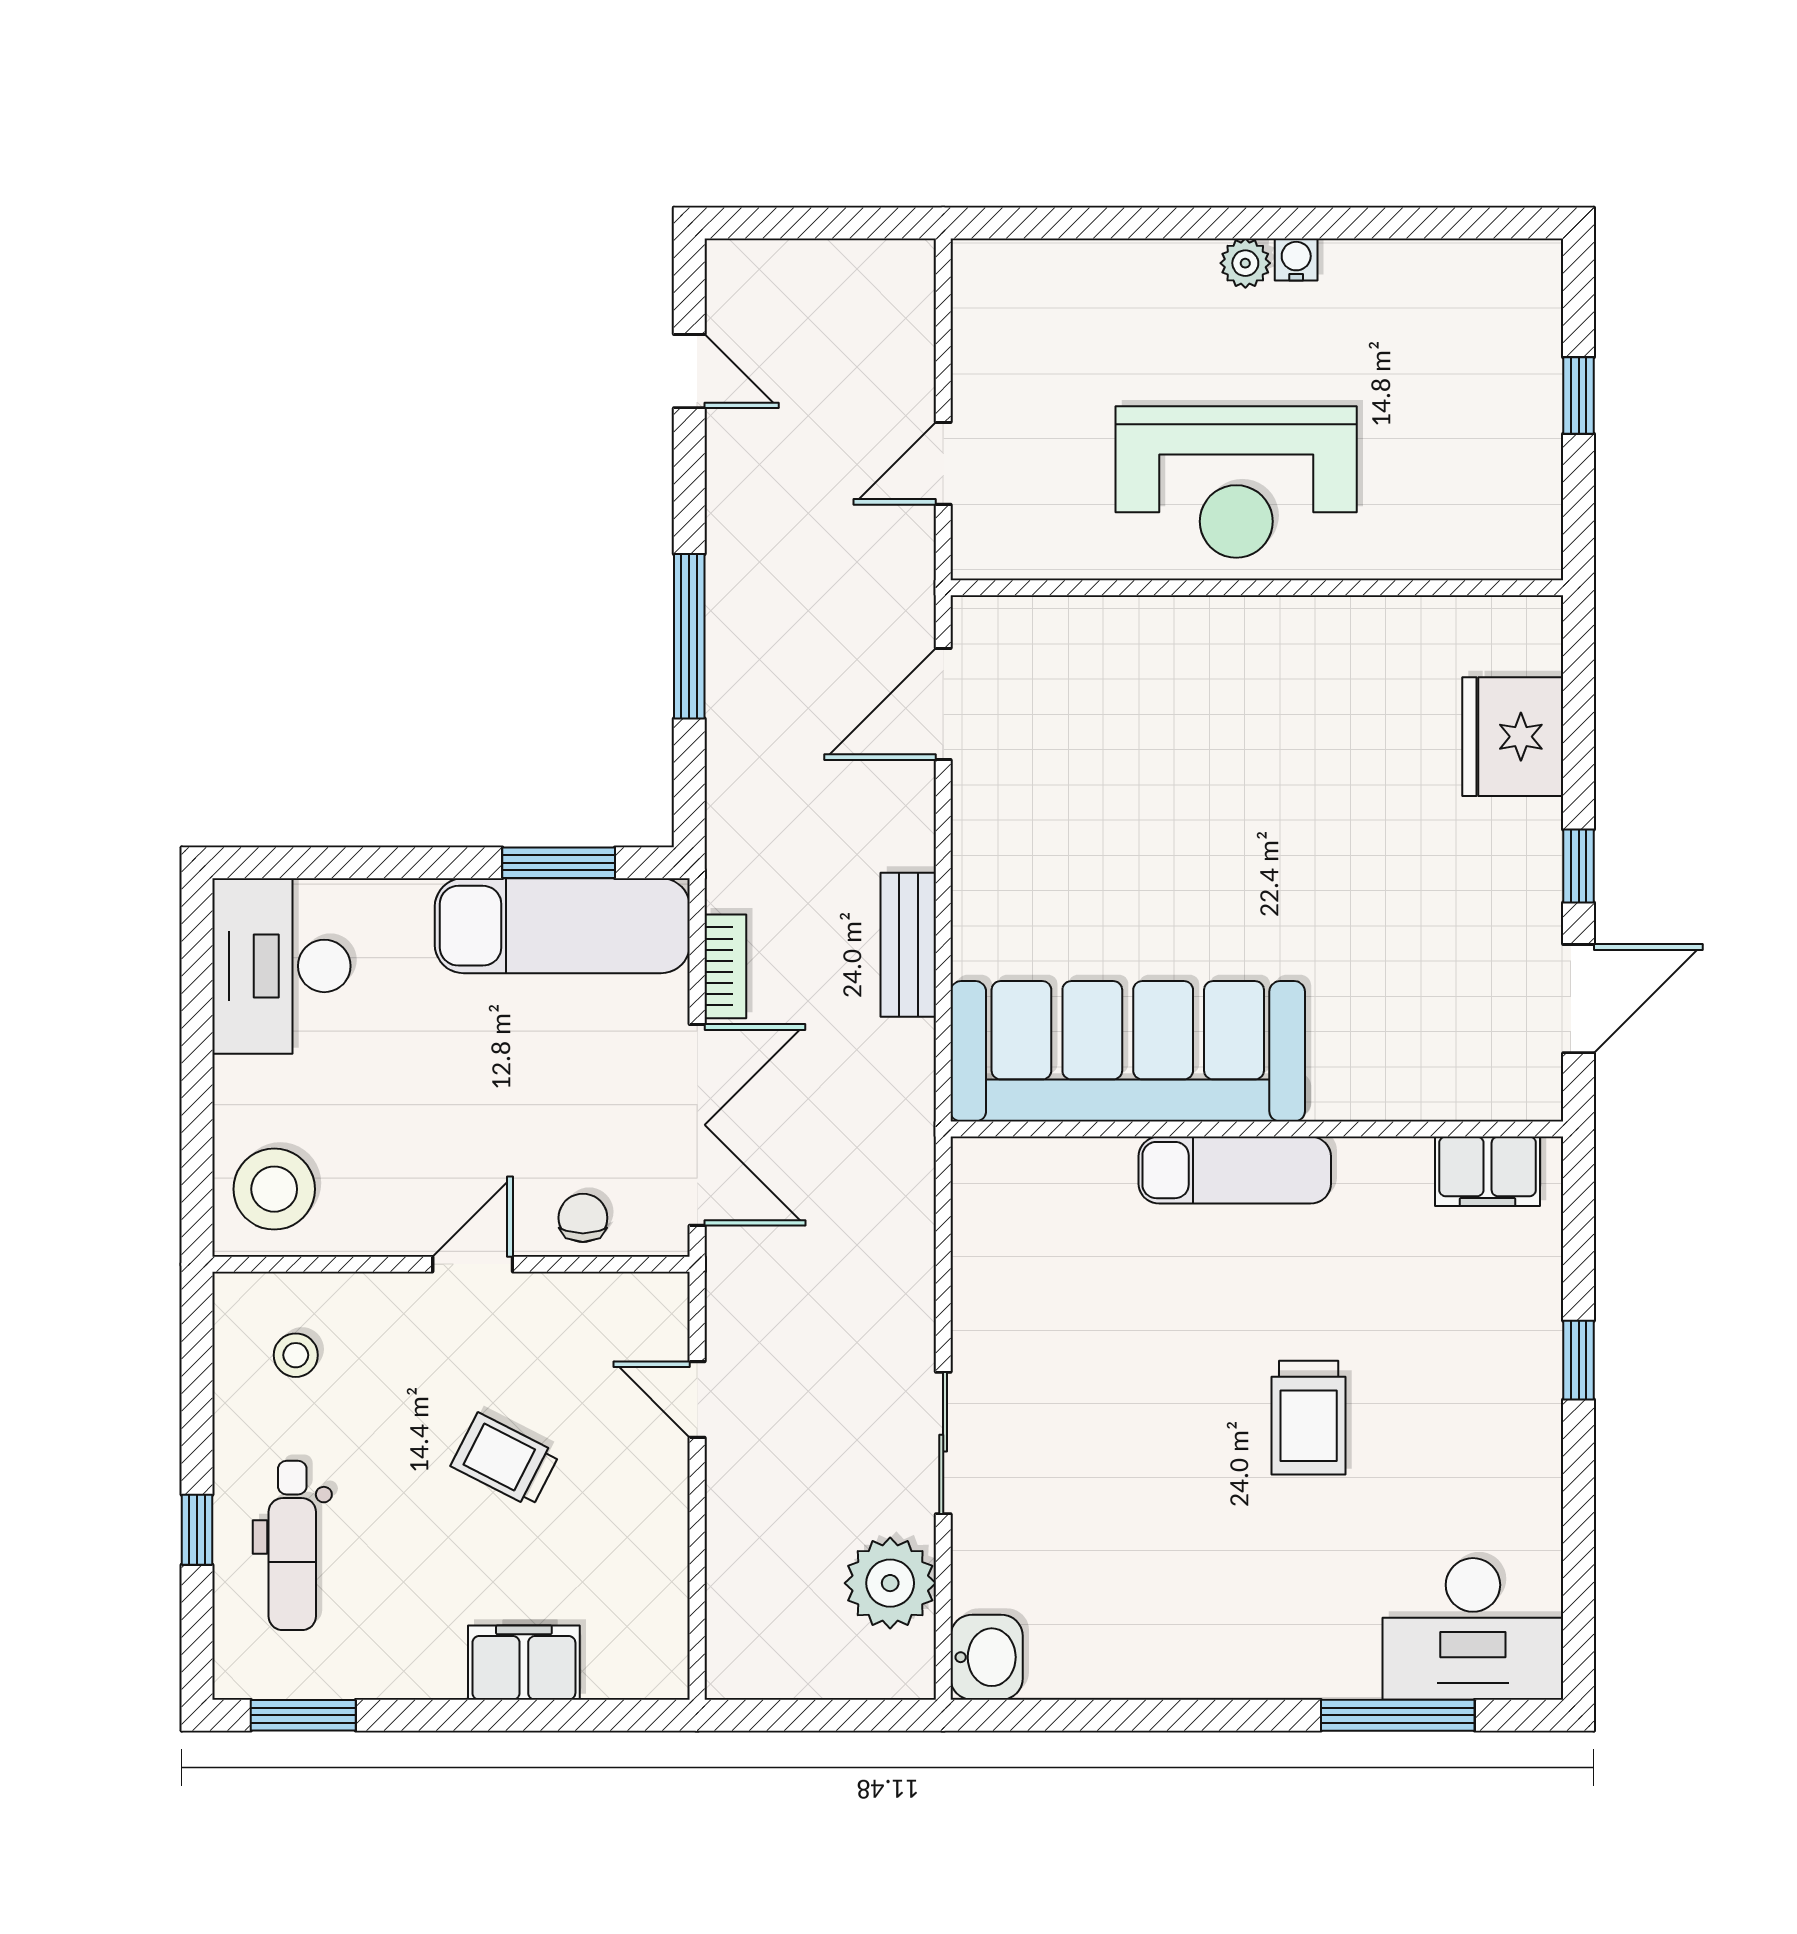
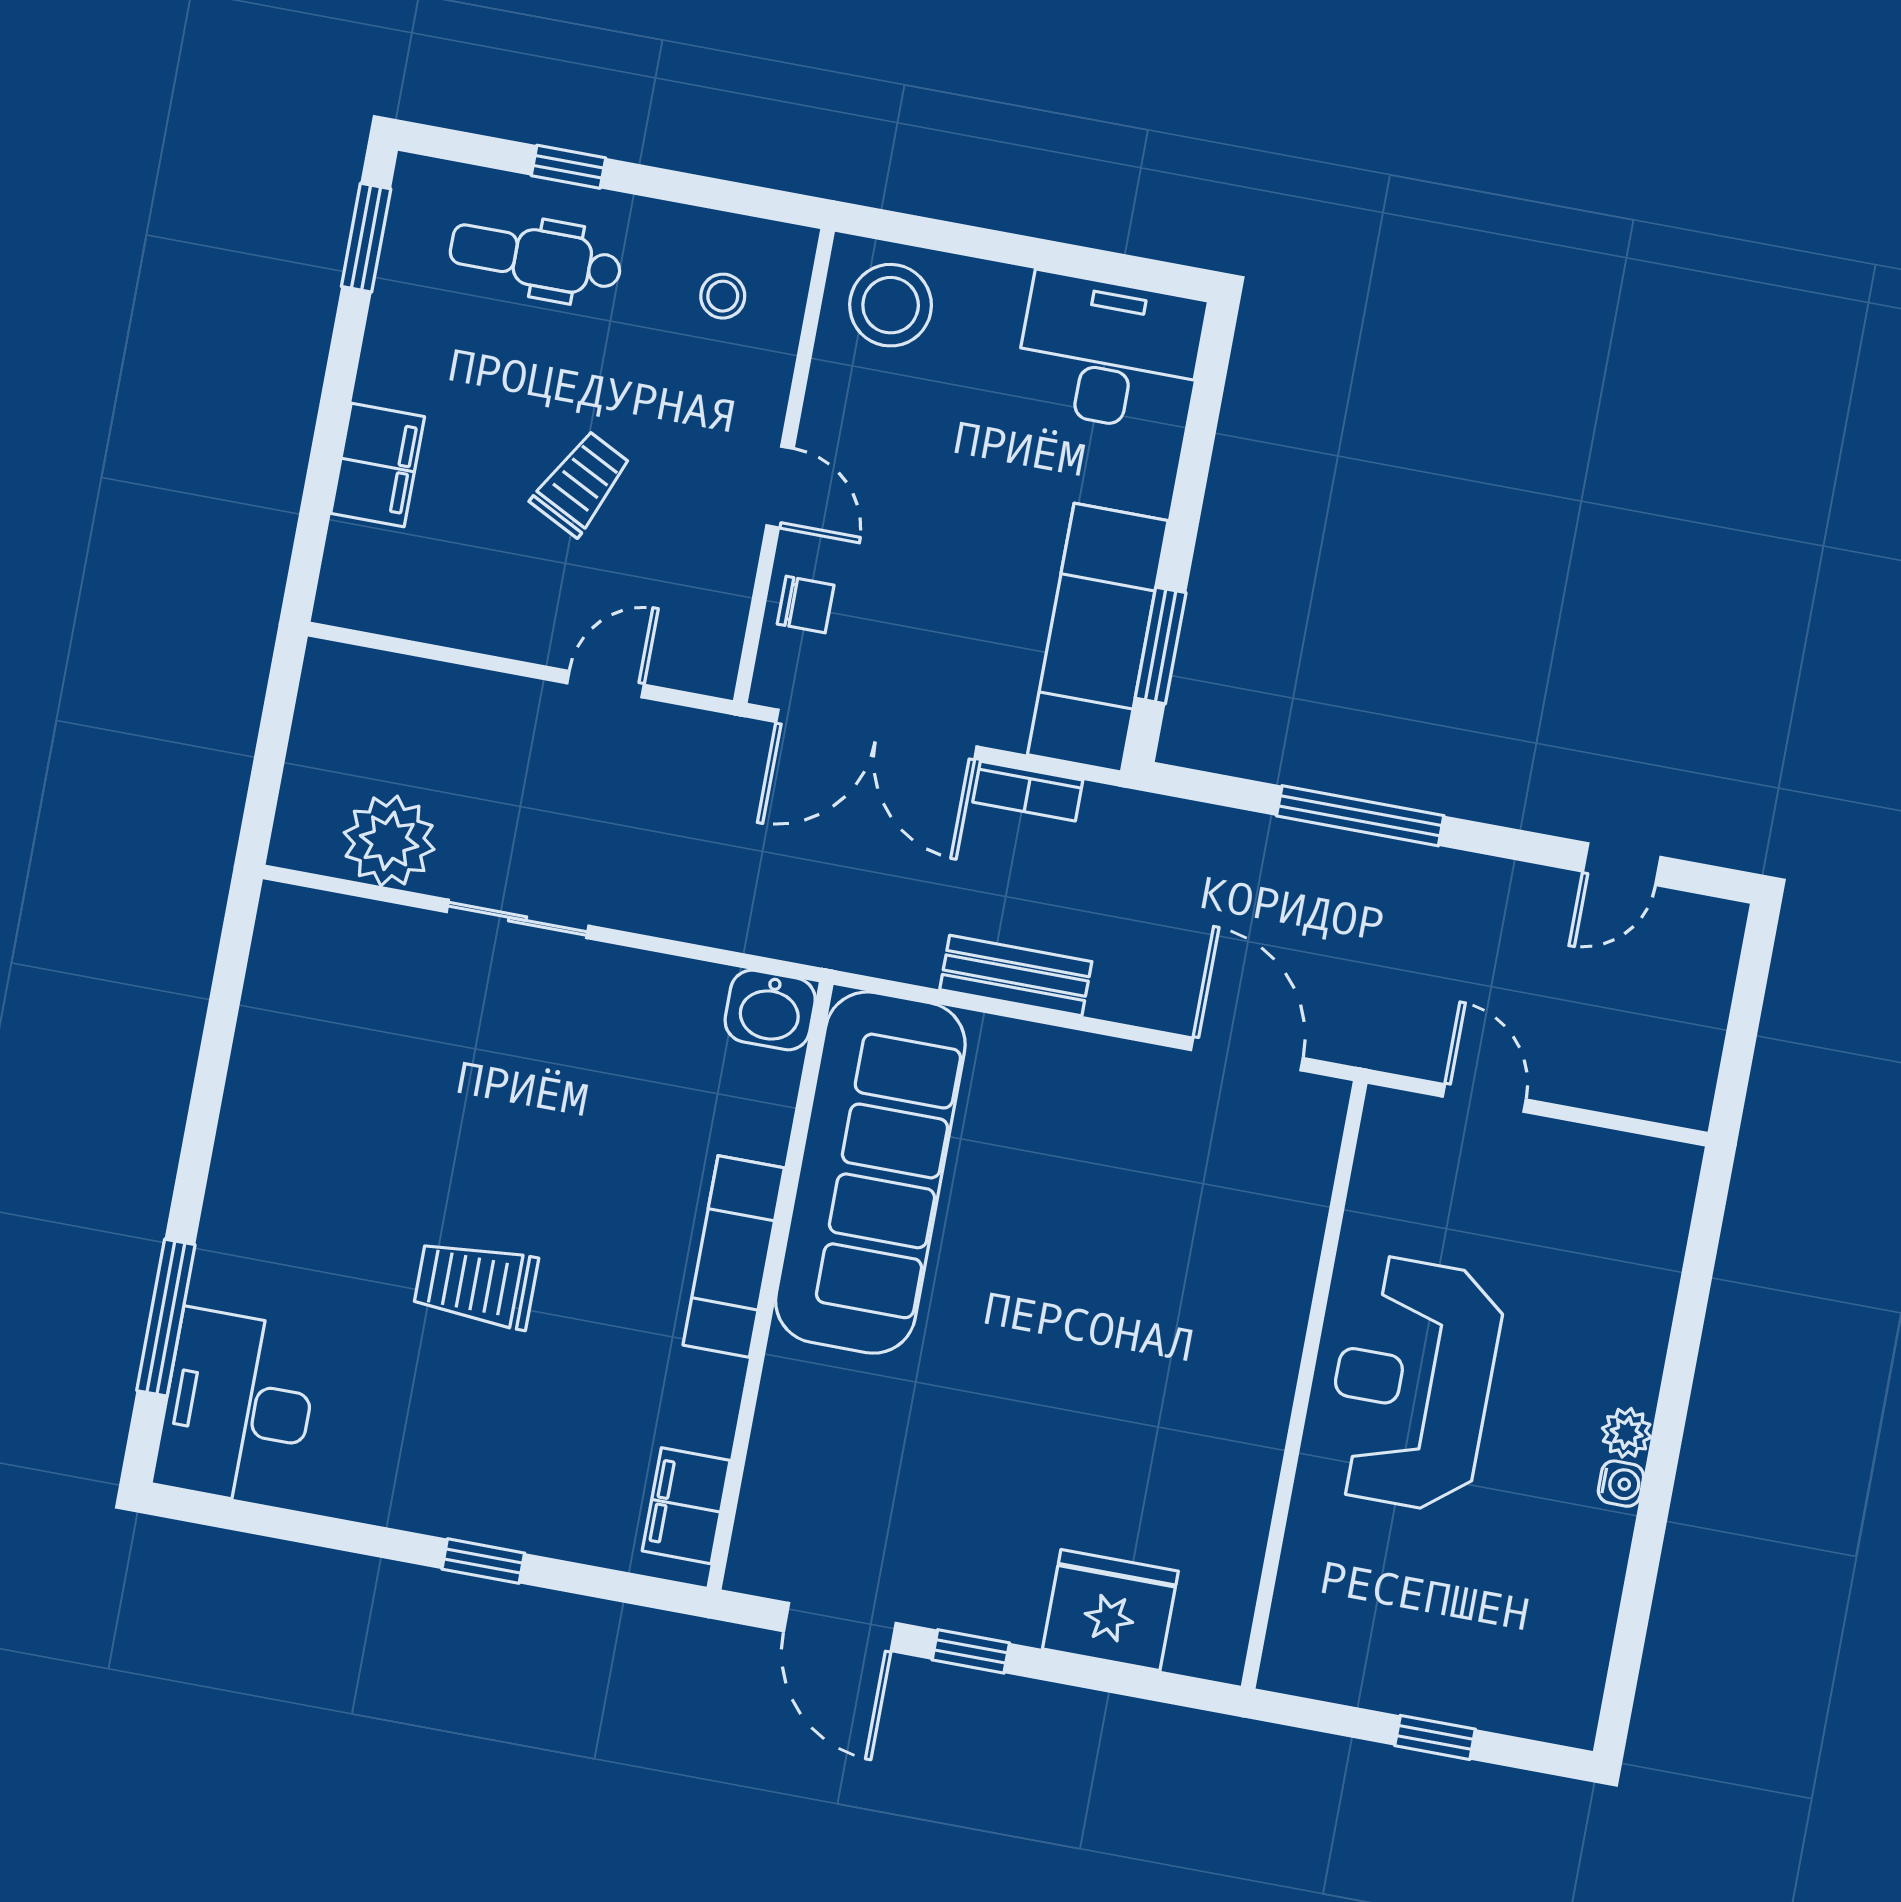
washbasin: (987, 1657) -> (770, 1010), moved

